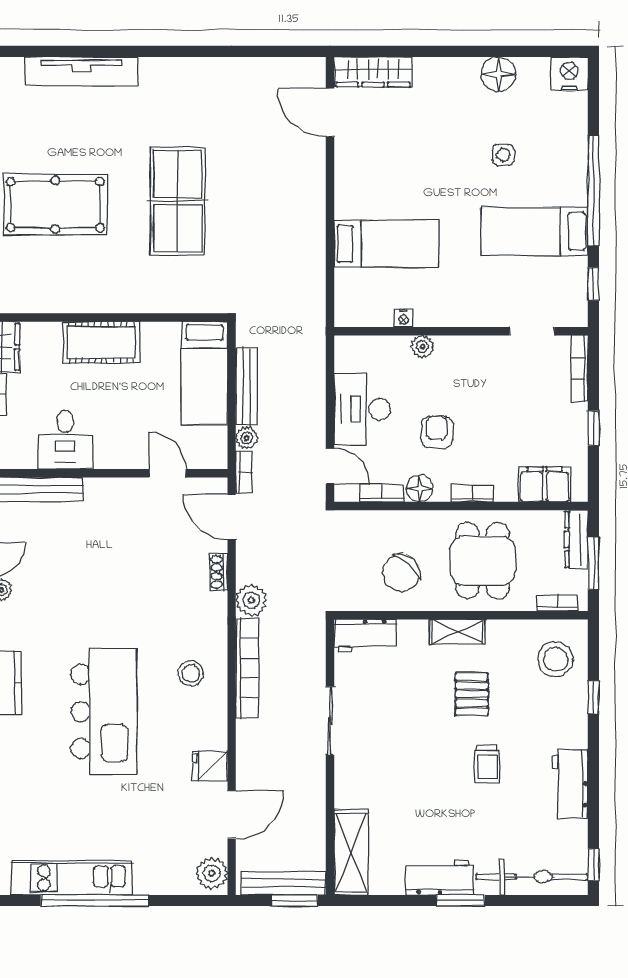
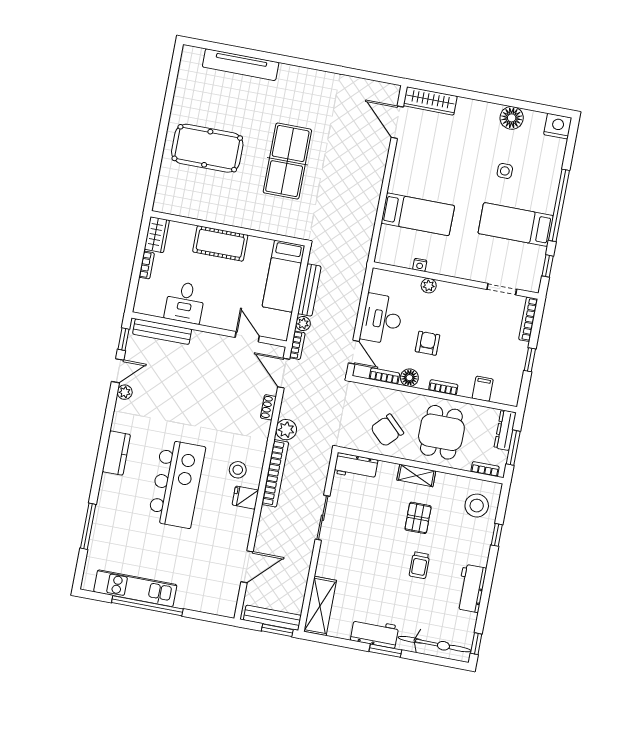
filing cabinet: (545, 484) -> (483, 389), width x0.50
fridge: (210, 766) -> (245, 498), moved
plant: (212, 873) -> (227, 602), removed

